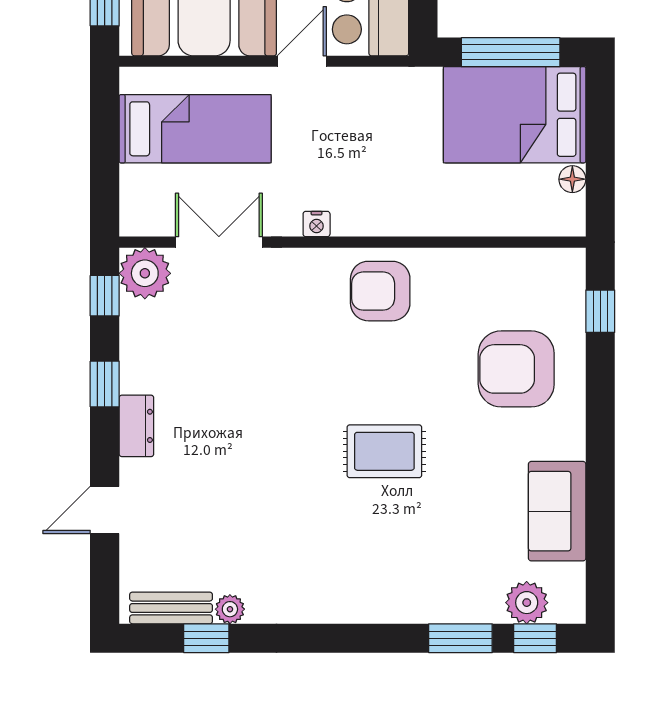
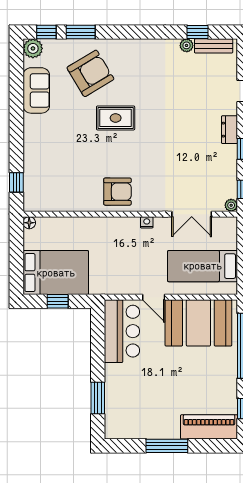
window: (511, 52) -> (58, 301), width x0.46
door: (302, 61) -> (154, 297), hinge flipped
floor lamp: (572, 179) -> (29, 223), moved
plant: (145, 273) -> (231, 205), width x0.53, depth x0.53
armchair: (516, 369) -> (90, 73), moved, turned -31
plant: (527, 603) -> (33, 48), moved

